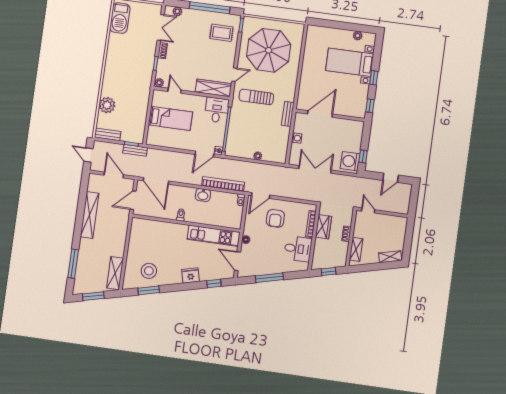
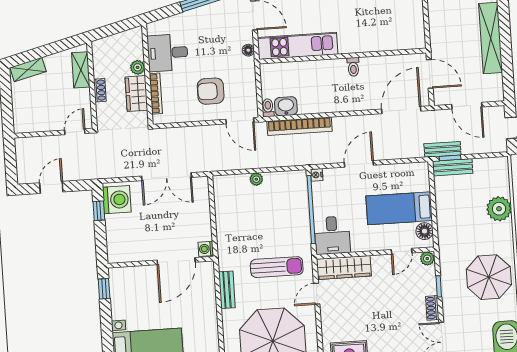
parasol: (123, 63) -> (489, 277), added
window: (374, 78) -> (107, 332), removed
door: (175, 91) -> (402, 251), hinge flipped
floor lamp: (157, 101) -> (425, 231), added
bench: (288, 114) -> (227, 290), moved
bench: (108, 134) -> (453, 167), moved
washing machine: (297, 138) -> (206, 249), moved
door: (204, 154) -> (359, 164), moved
door: (156, 181) -> (401, 110), hinge flipped
washbasin: (203, 195) -> (286, 106), moved
door: (261, 195) -> (240, 121), swing flipped
door: (133, 200) -> (430, 74), hinge flipped
door: (368, 210) -> (75, 132), swing flipped
armchair: (275, 218) -> (211, 91), turned -90
plant: (319, 243) -> (138, 67), added
window: (329, 272) -> (115, 28), removed

